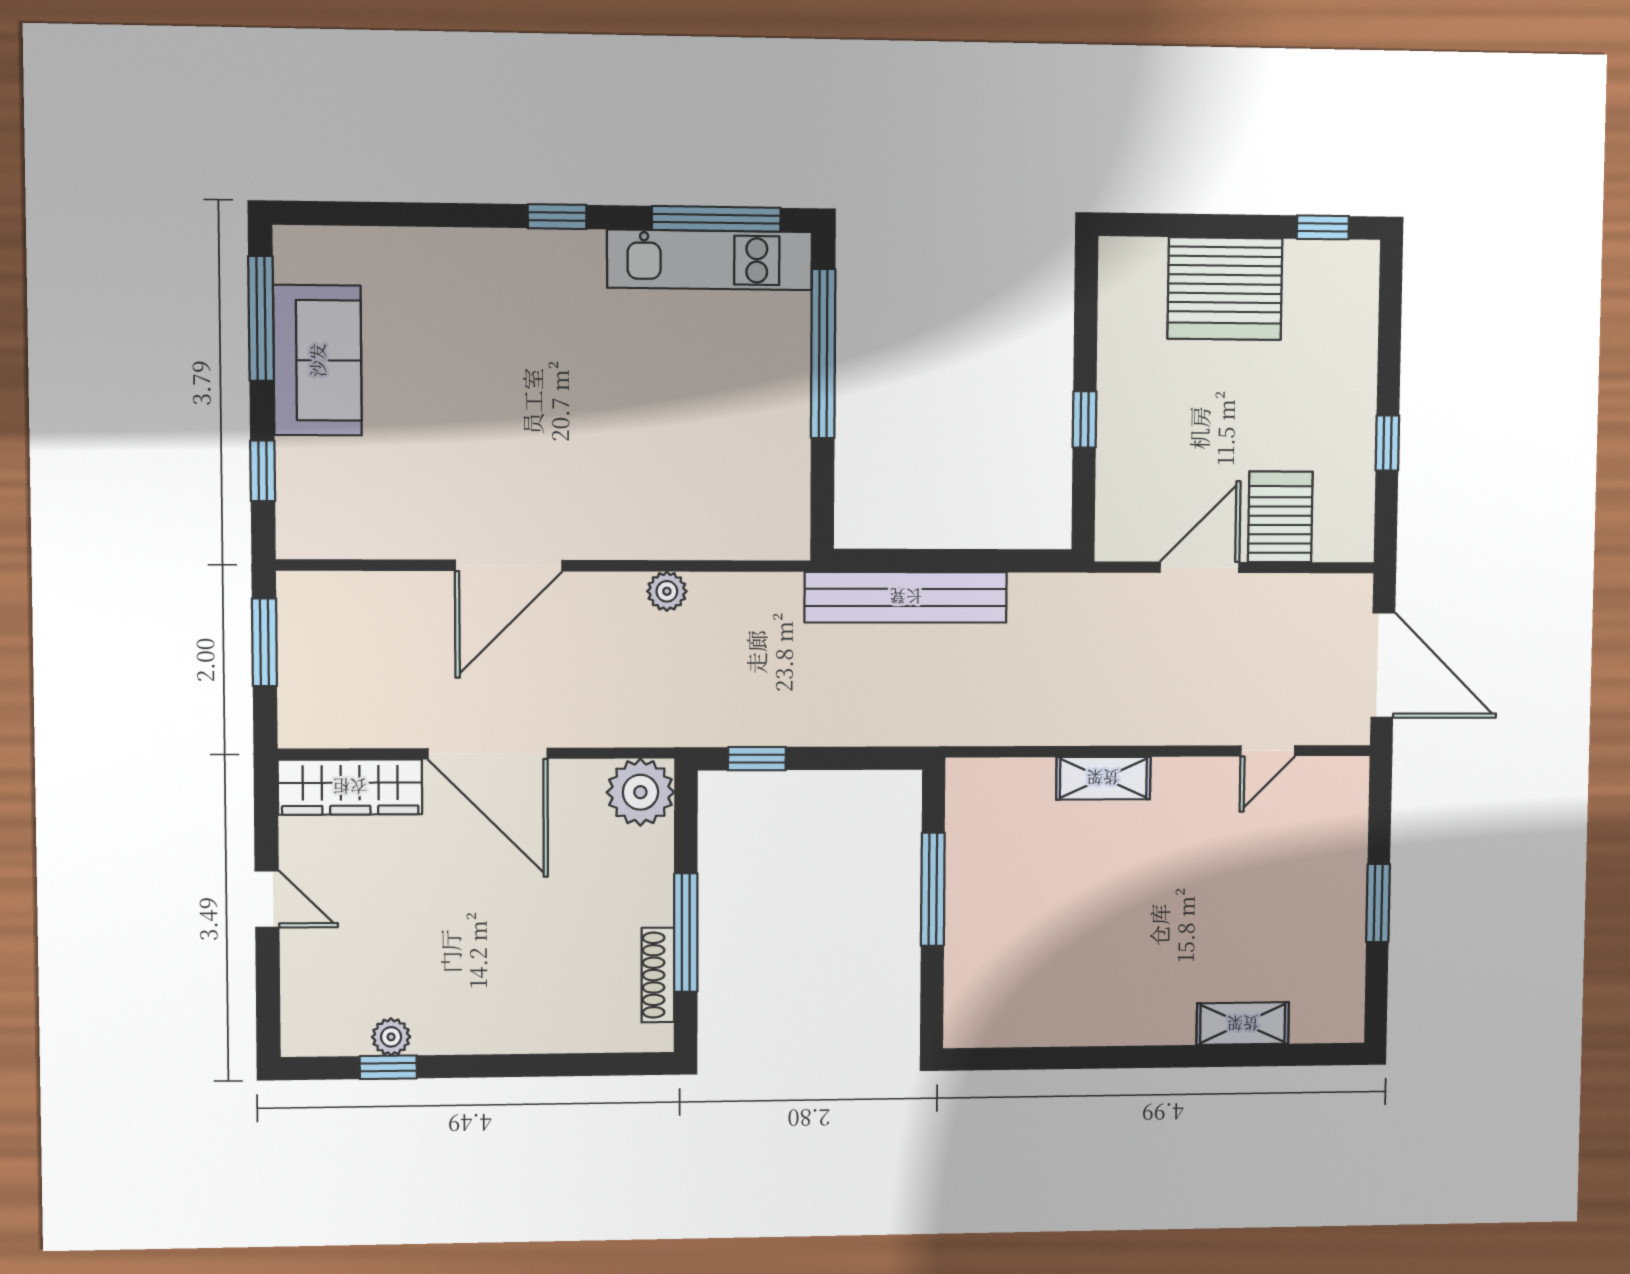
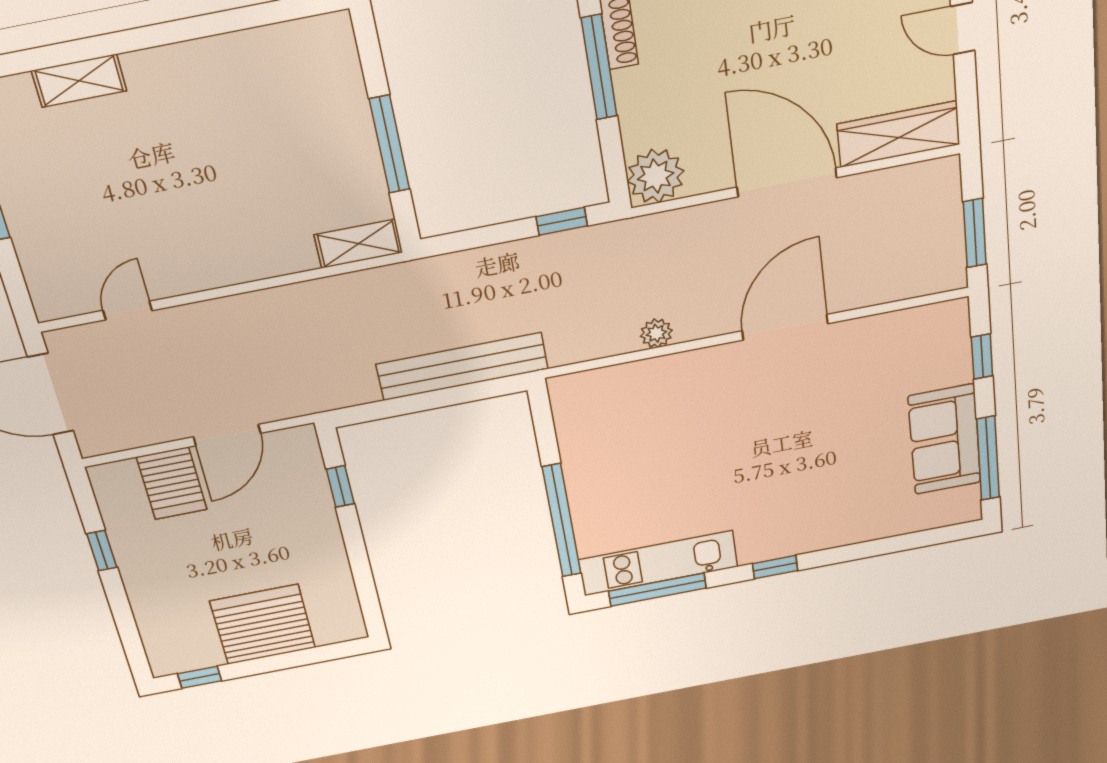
window: (1085, 419) -> (340, 486), moved
shelving: (1103, 778) -> (358, 244), moved

